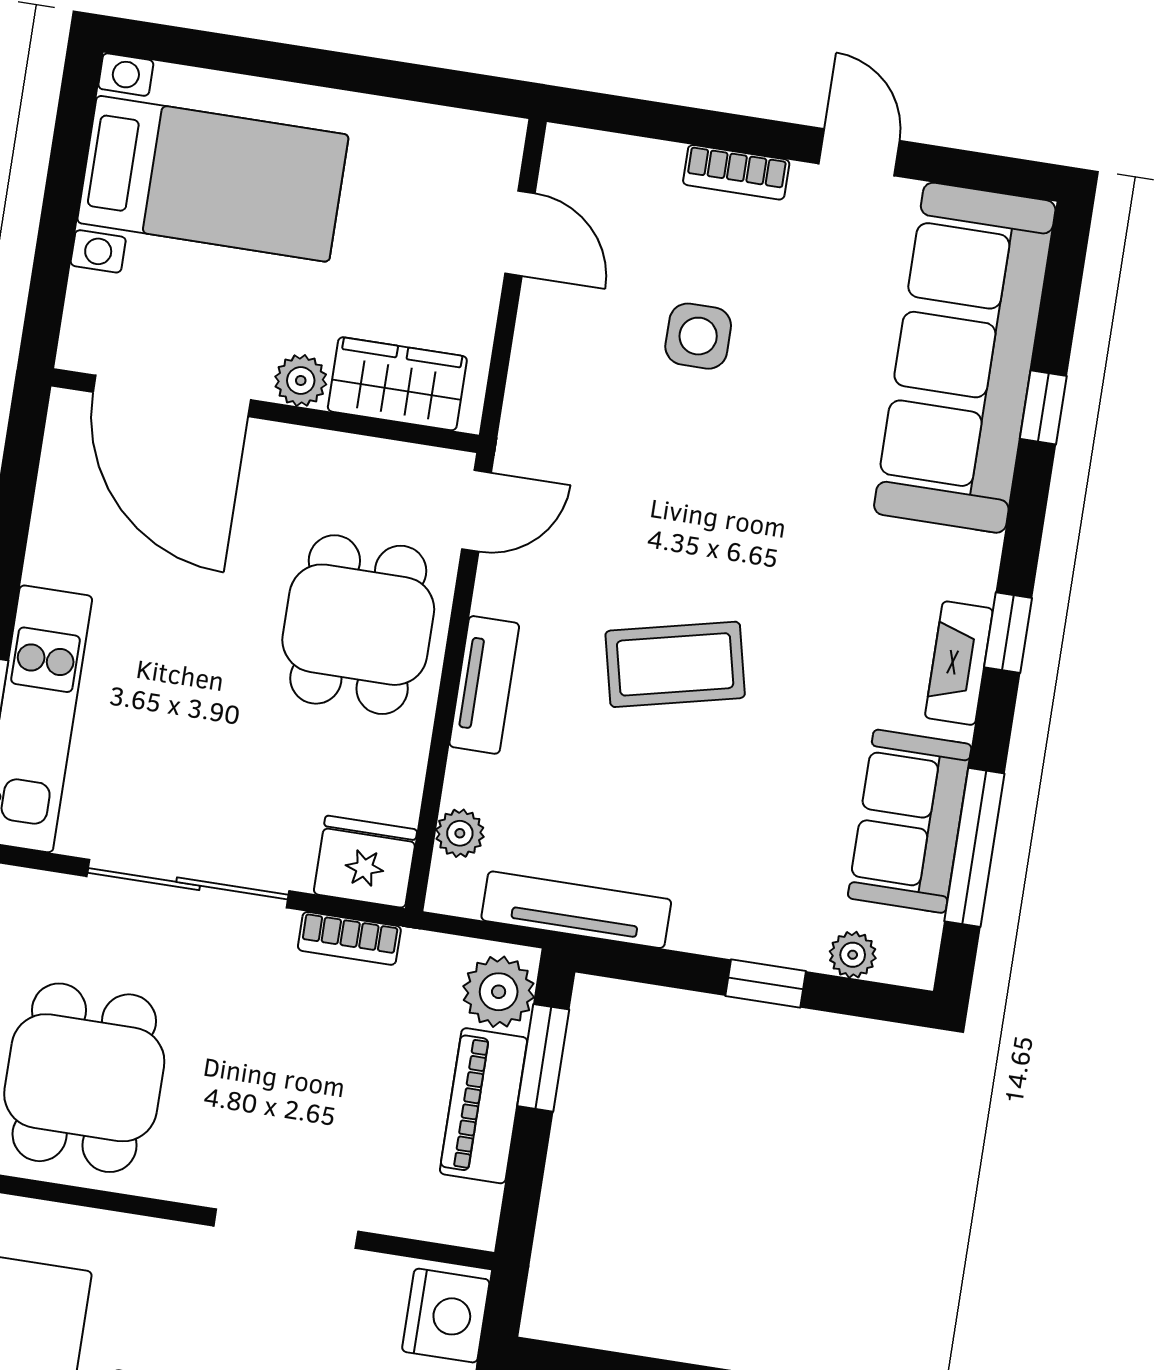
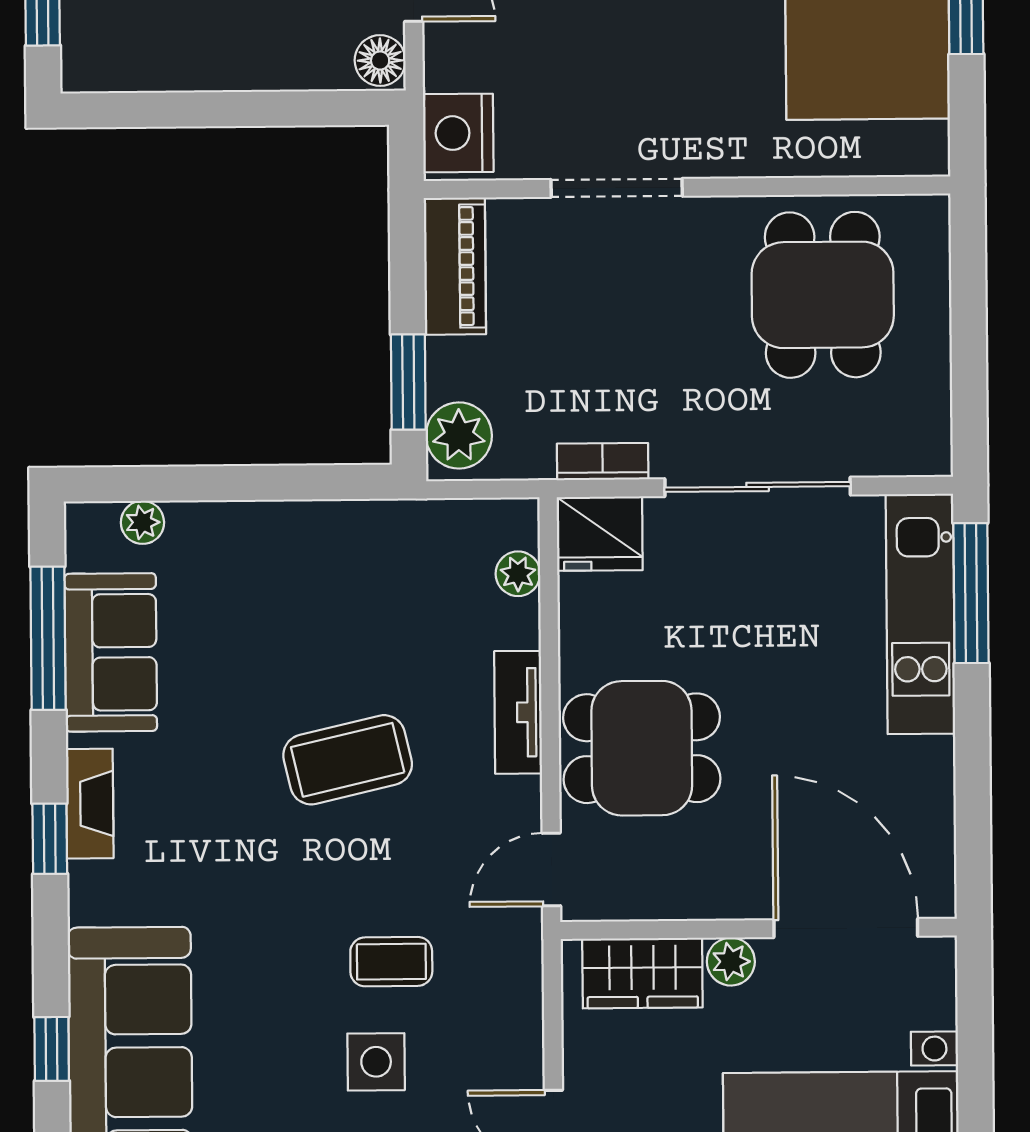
coffee table: (664, 441) -> (391, 962), added
dining table: (358, 625) -> (642, 748), turned 90
tv unit: (576, 910) -> (401, 522), removed
window: (766, 983) -> (217, 483), removed
piano: (484, 1106) -> (455, 266), moved

